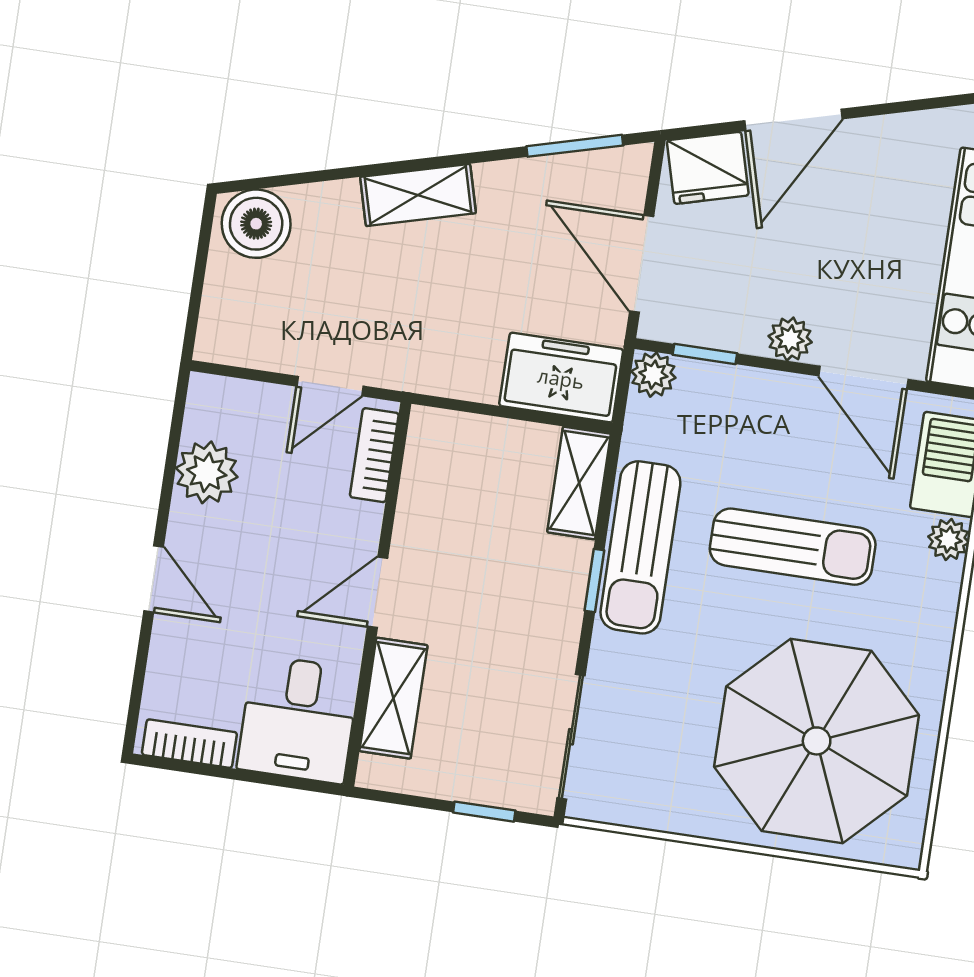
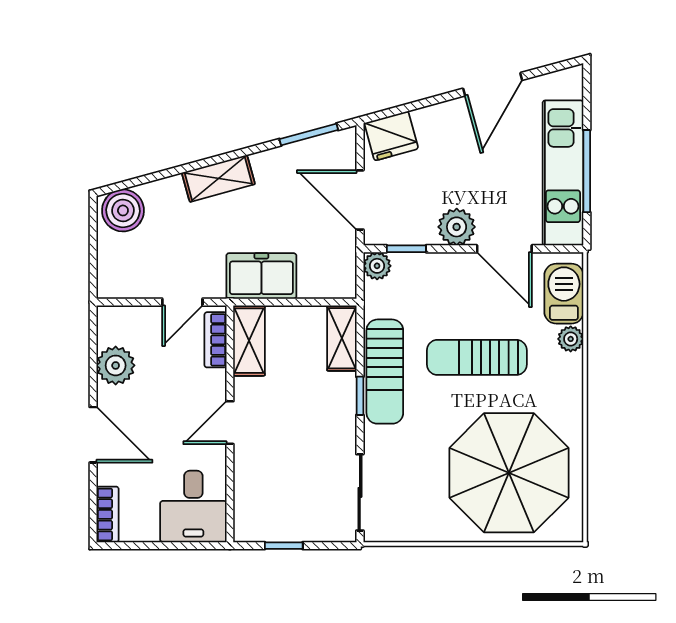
door: (793, 120) -> (493, 84), moved
plant: (790, 339) -> (457, 227), width x1.38, depth x1.38
freezer: (561, 378) -> (261, 276), moved
sun lounger: (793, 547) -> (477, 357), turned 180
door: (154, 579) -> (93, 435), width x1.38
shelving: (393, 698) -> (249, 341), moved
bookcase: (189, 744) -> (108, 514), moved, turned 90
window: (484, 812) -> (284, 546), moved

